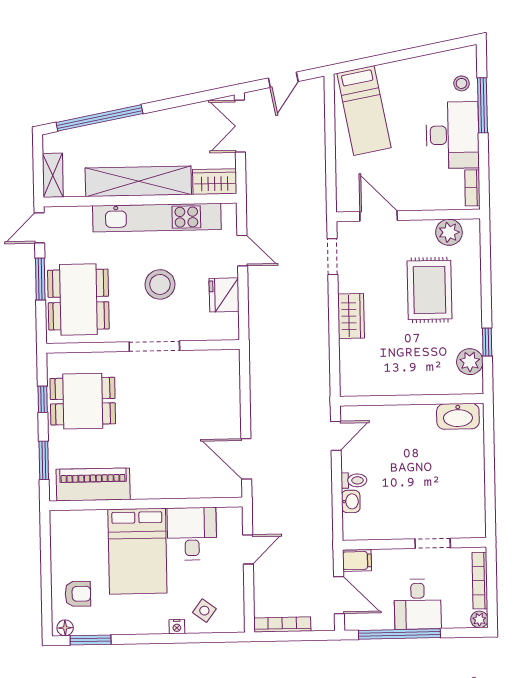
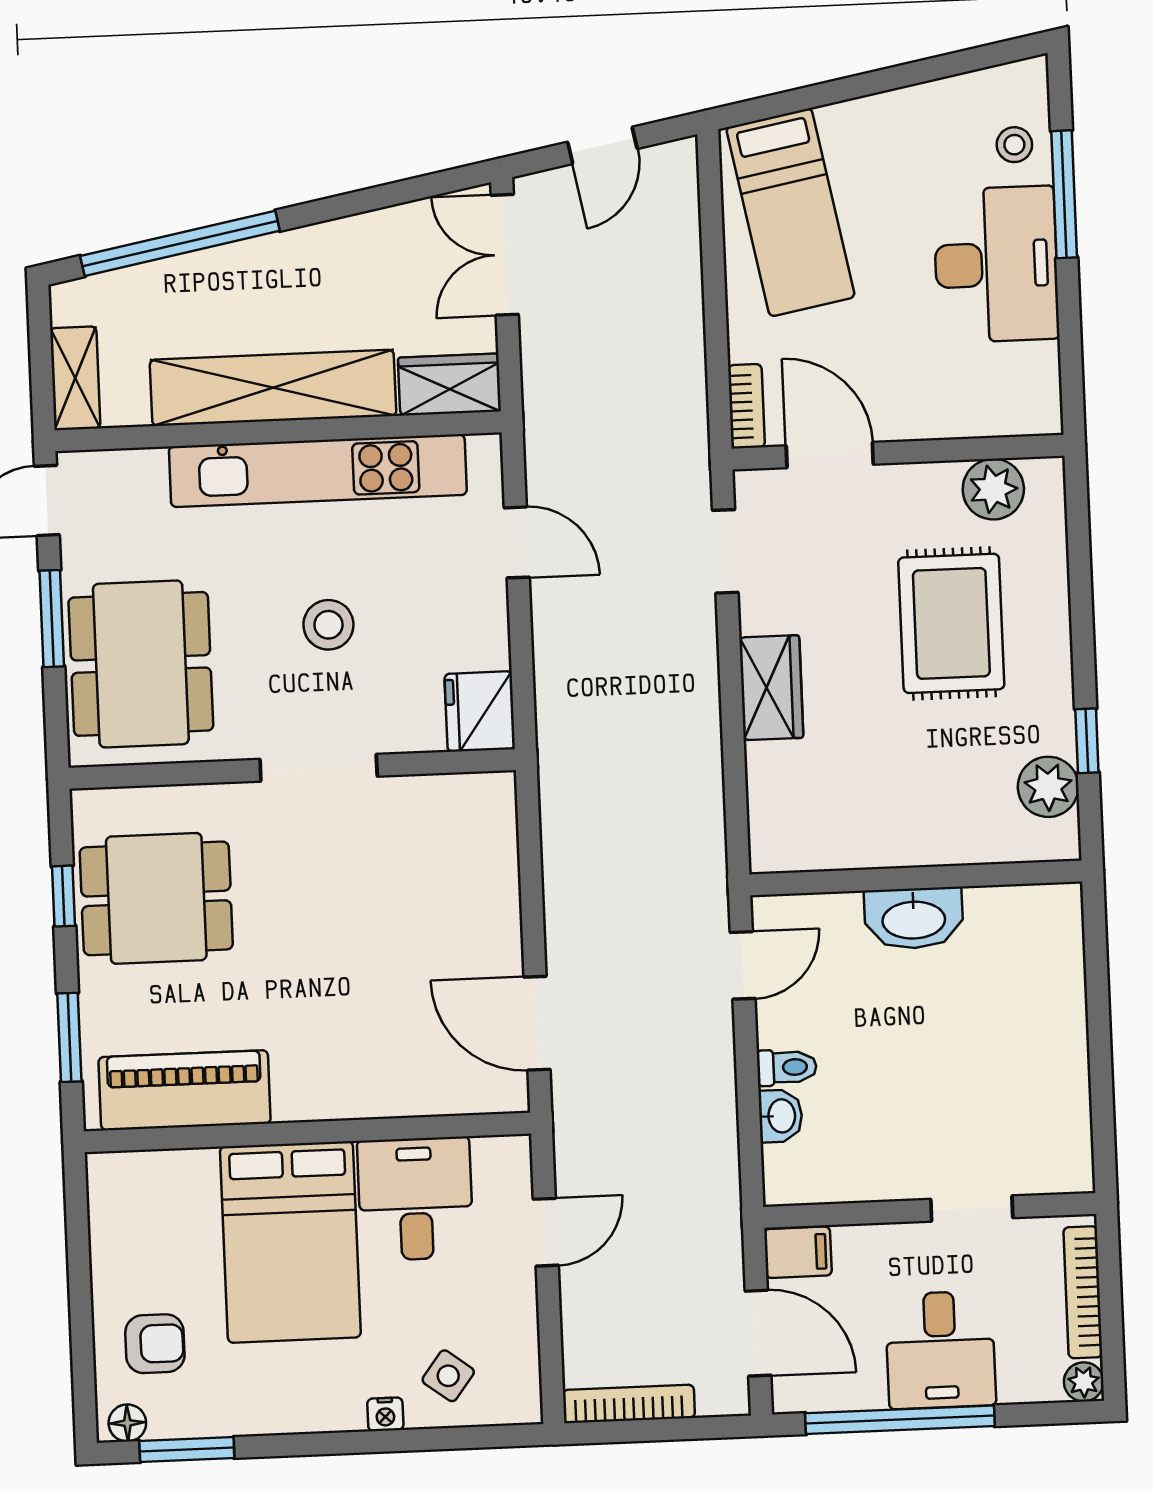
bookcase: (472, 188) -> (746, 406), moved, turned 180
stool: (160, 284) -> (328, 625), width x0.73, depth x0.73
fridge: (224, 295) -> (480, 711), moved
washbasin: (458, 416) -> (914, 918), moved

